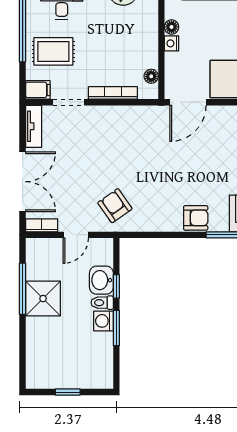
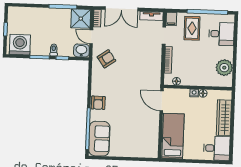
washbasin: (101, 280) -> (81, 50), moved
shower: (43, 299) -> (81, 19), moved
washing machine: (104, 321) -> (20, 45), moved, width x1.89, depth x1.89

